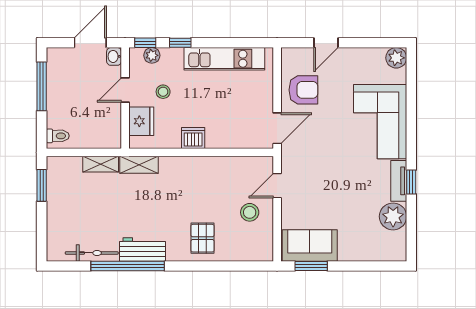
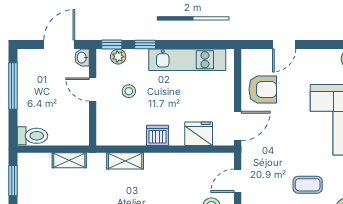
door: (125, 90) -> (93, 90), hinge flipped
fridge: (141, 121) -> (199, 134), moved, turned -90
toilet: (58, 136) -> (33, 136), width x1.37, depth x1.39
shelving: (139, 165) -> (125, 161), moved
coffee table: (351, 190) -> (308, 185), added

